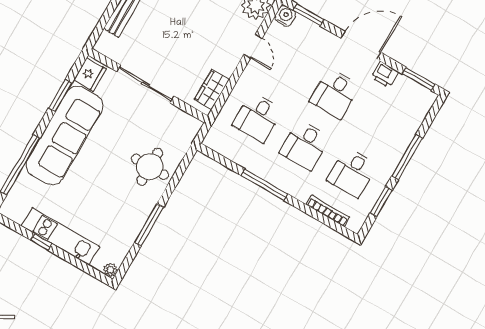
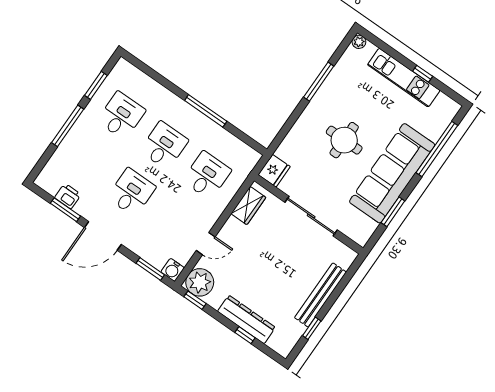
door: (253, 46) -> (206, 244), swing flipped
fridge: (90, 75) -> (274, 171), moved, turned 180
printer: (385, 75) -> (68, 196), moved
window: (419, 79) -> (65, 210), moved
round table: (150, 167) -> (344, 140), moved
bookcase: (328, 211) -> (147, 81), removed

